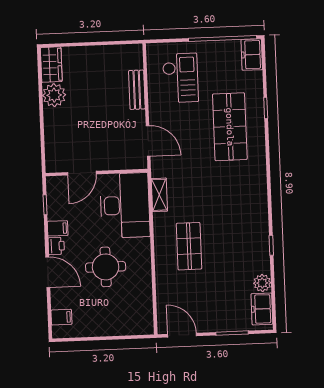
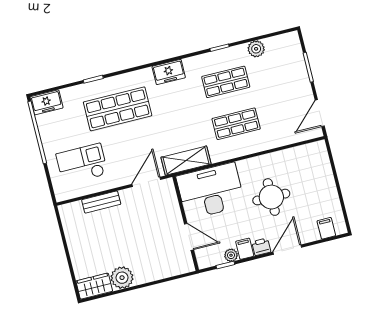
shelving: (159, 195) -> (186, 161), width x1.50, depth x1.33
plant: (54, 213) -> (231, 255), added
shop shelf: (235, 244) -> (226, 82), added
freezer: (262, 309) -> (169, 72), moved

